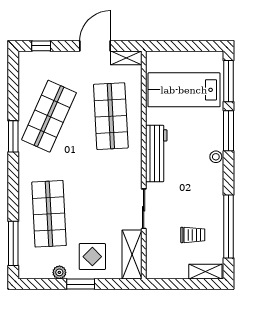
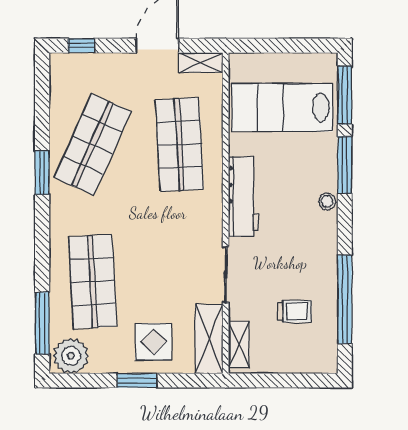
plant: (59, 272) -> (71, 356), moved, width x1.88, depth x1.88
shelving: (205, 272) -> (239, 345), moved, turned 90

